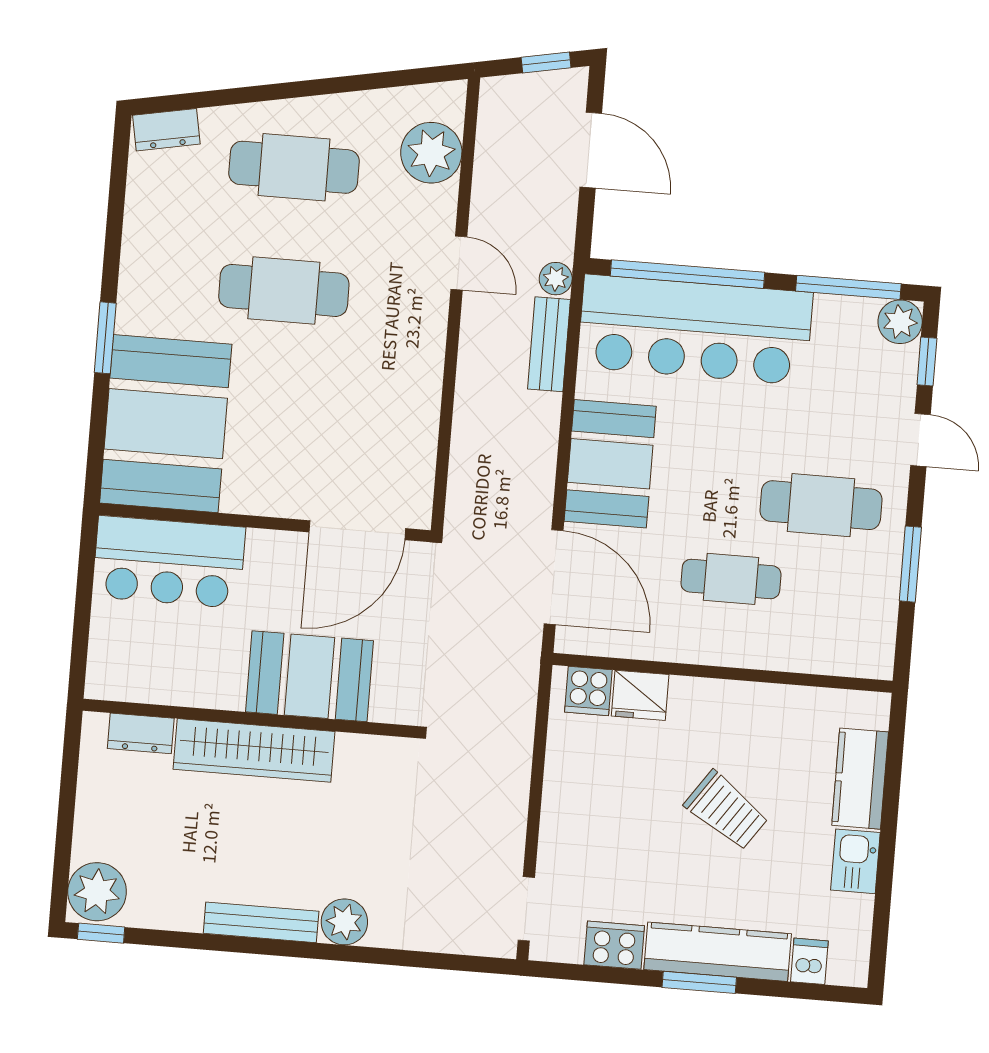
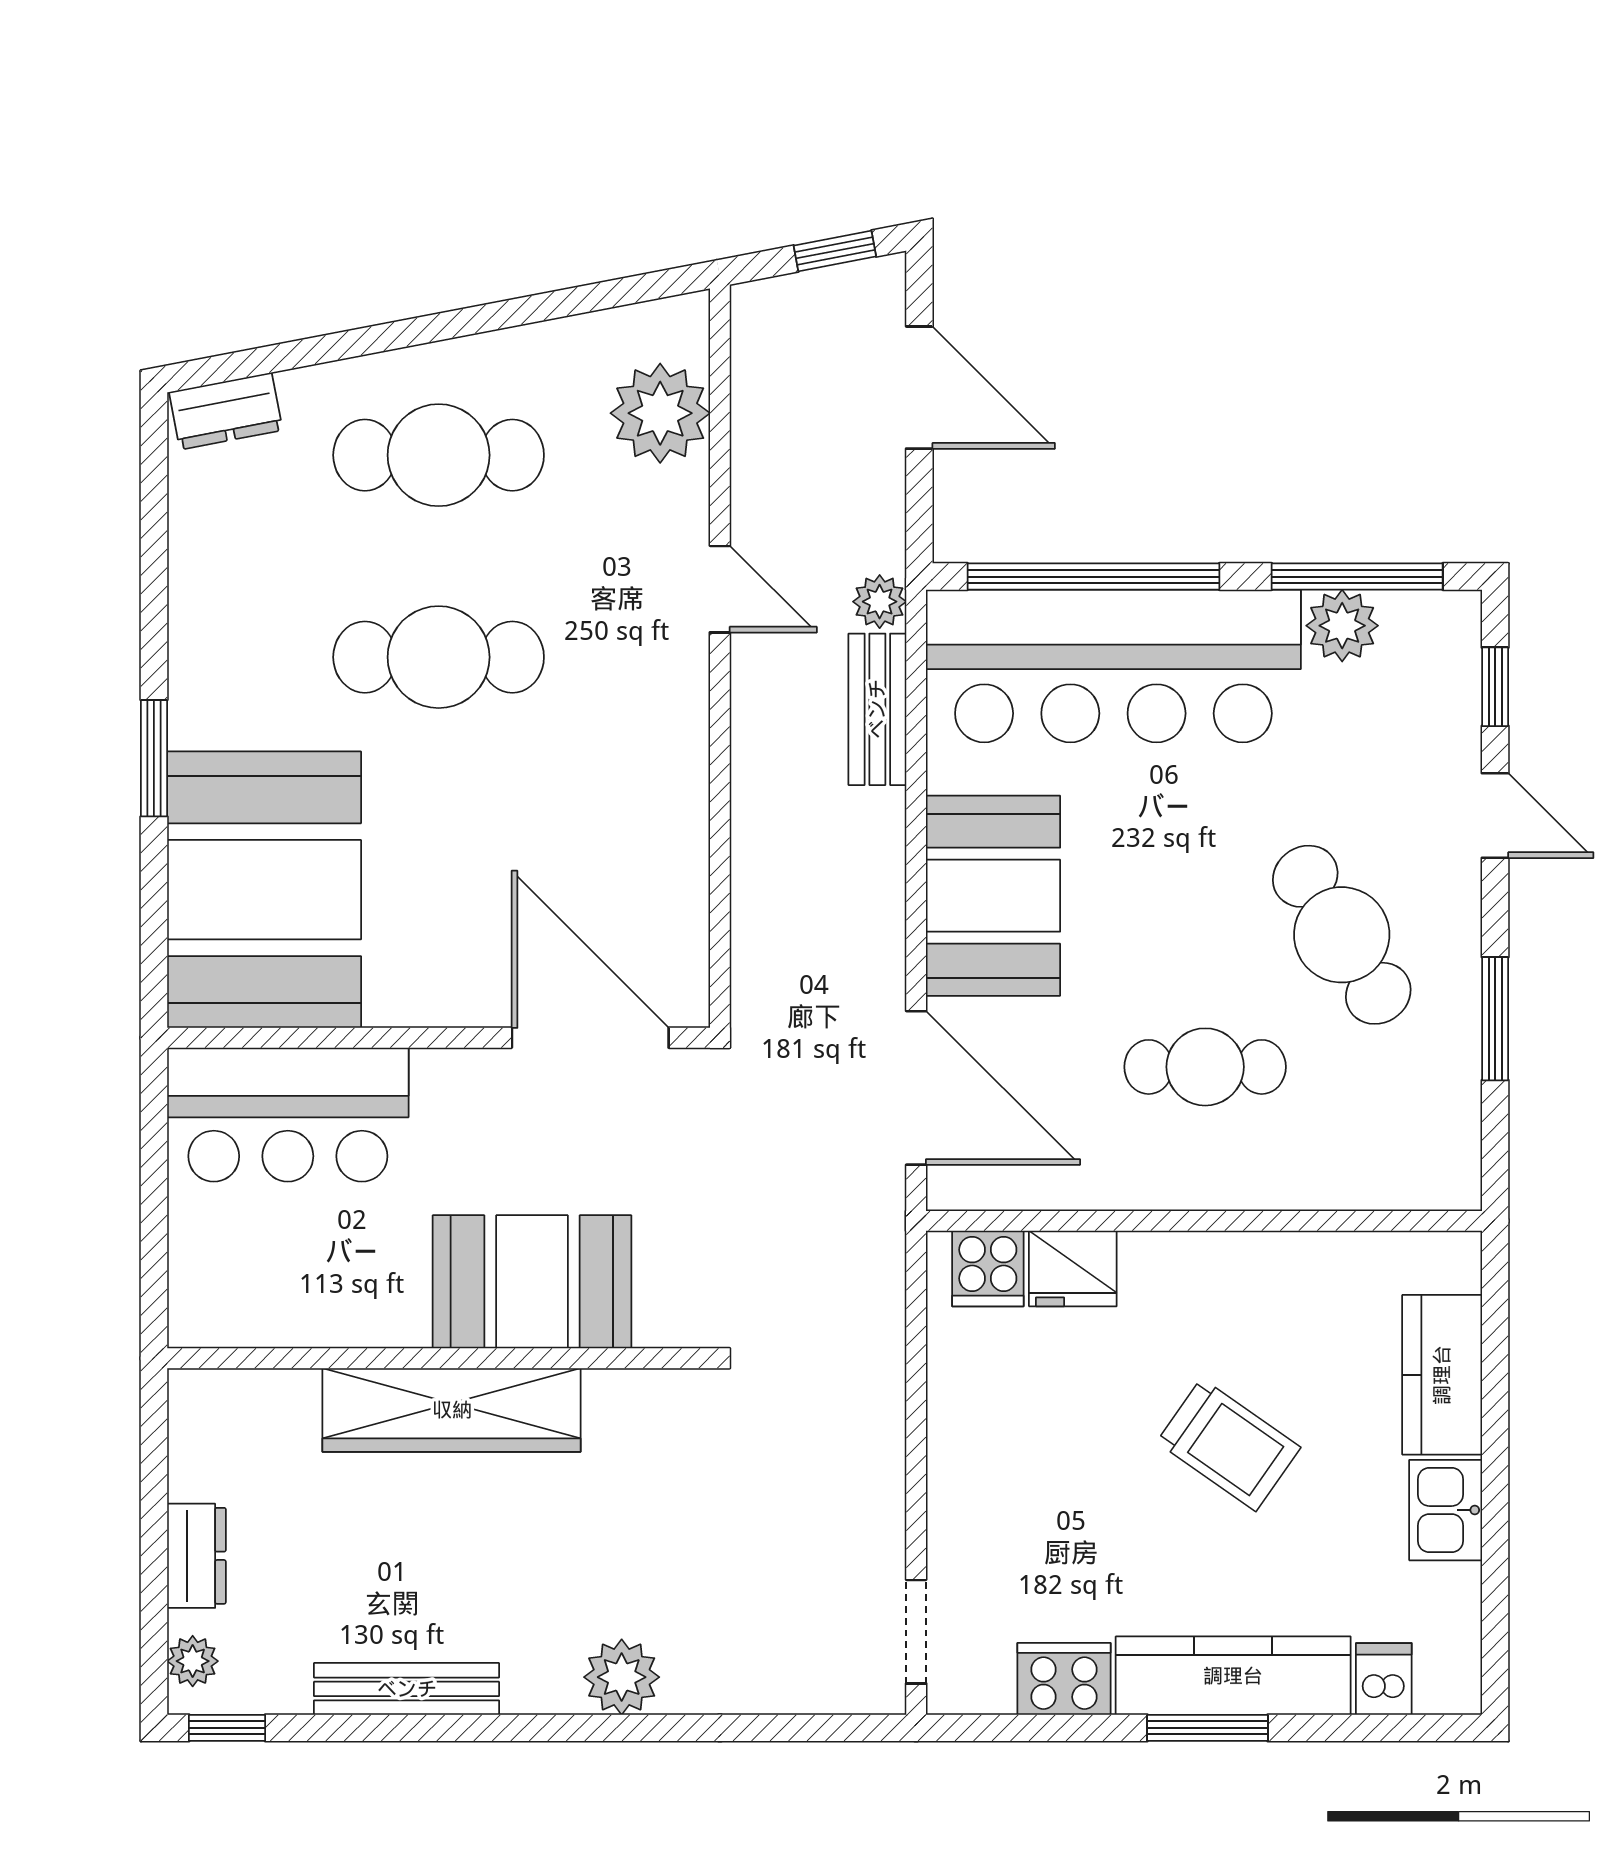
plant: (900, 322) -> (1342, 626), moved
cafe table: (821, 505) -> (1342, 935), turned 58
door: (357, 530) -> (590, 1038), swing flipped
dresser: (141, 733) -> (196, 1556), moved, turned -90
plant: (97, 892) -> (193, 1661), width x0.53, depth x0.53
bench: (261, 922) -> (407, 1689), moved

